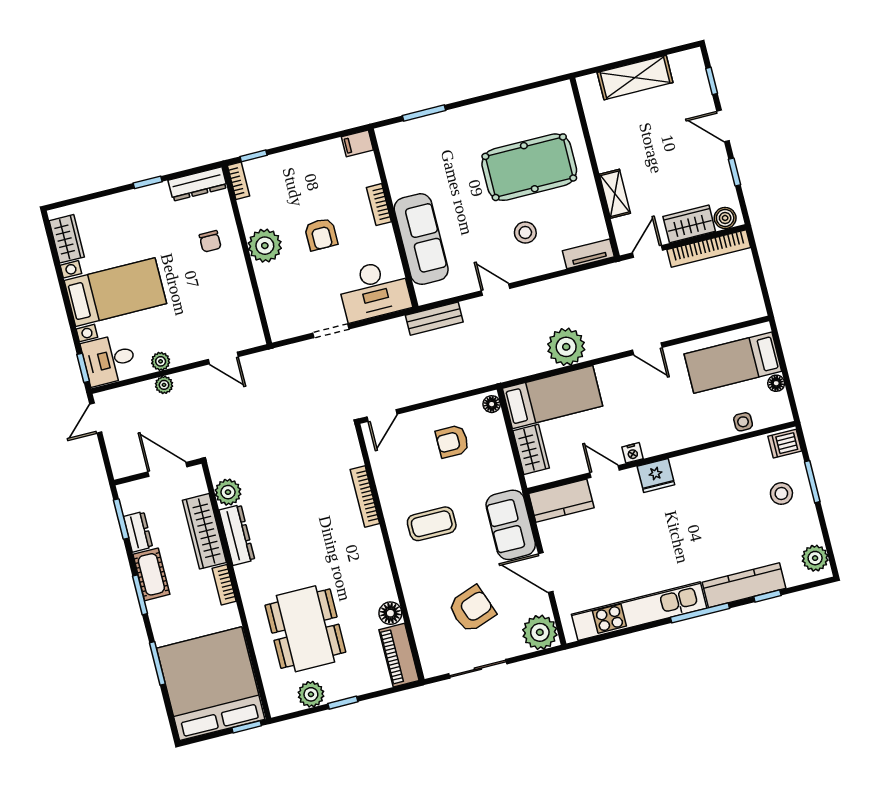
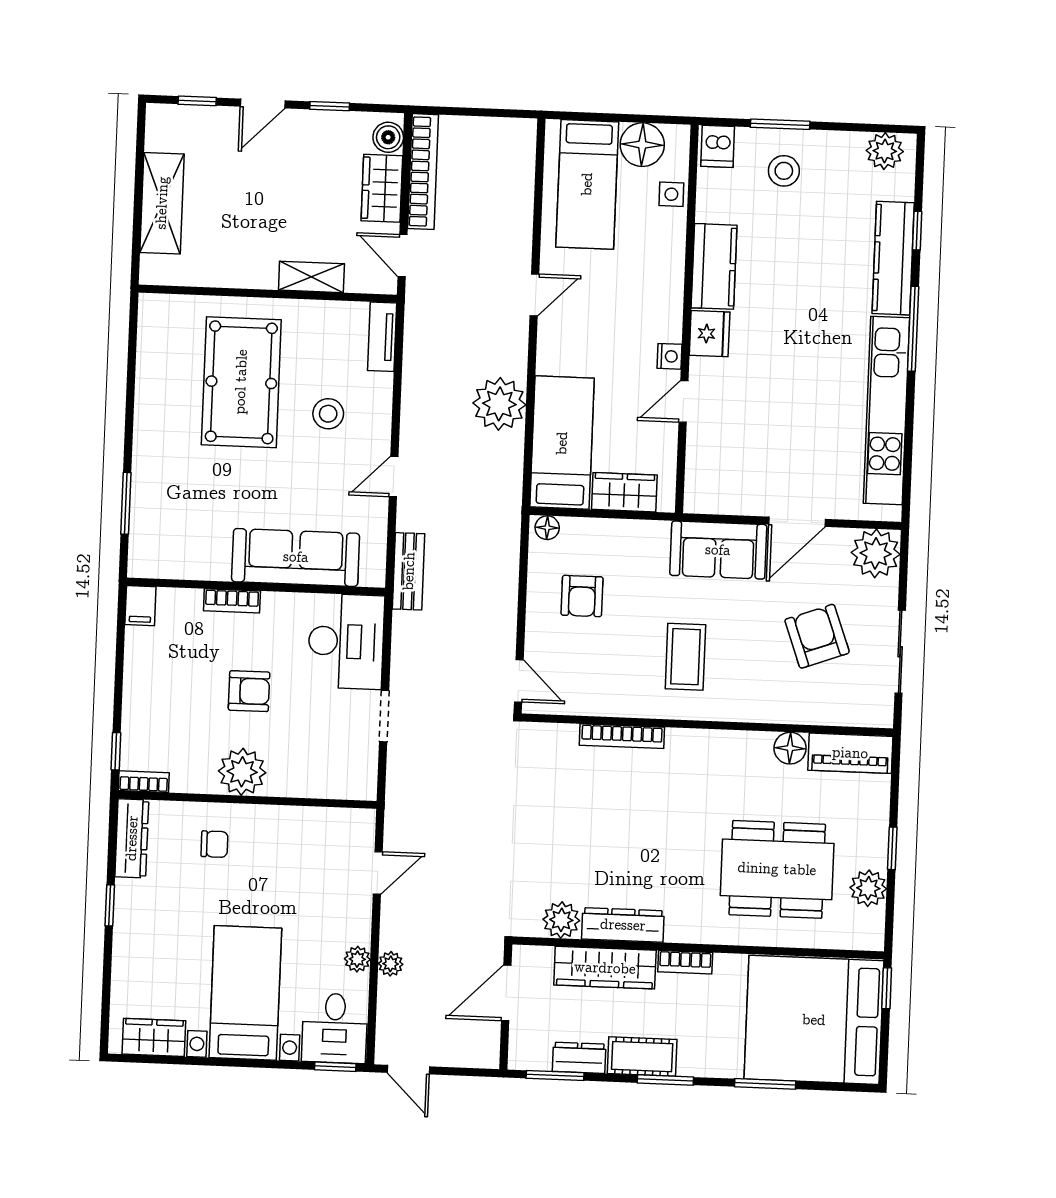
floor lamp: (776, 383) -> (642, 145), width x1.89, depth x1.89
kitchen counter: (561, 501) -> (714, 266), moved

